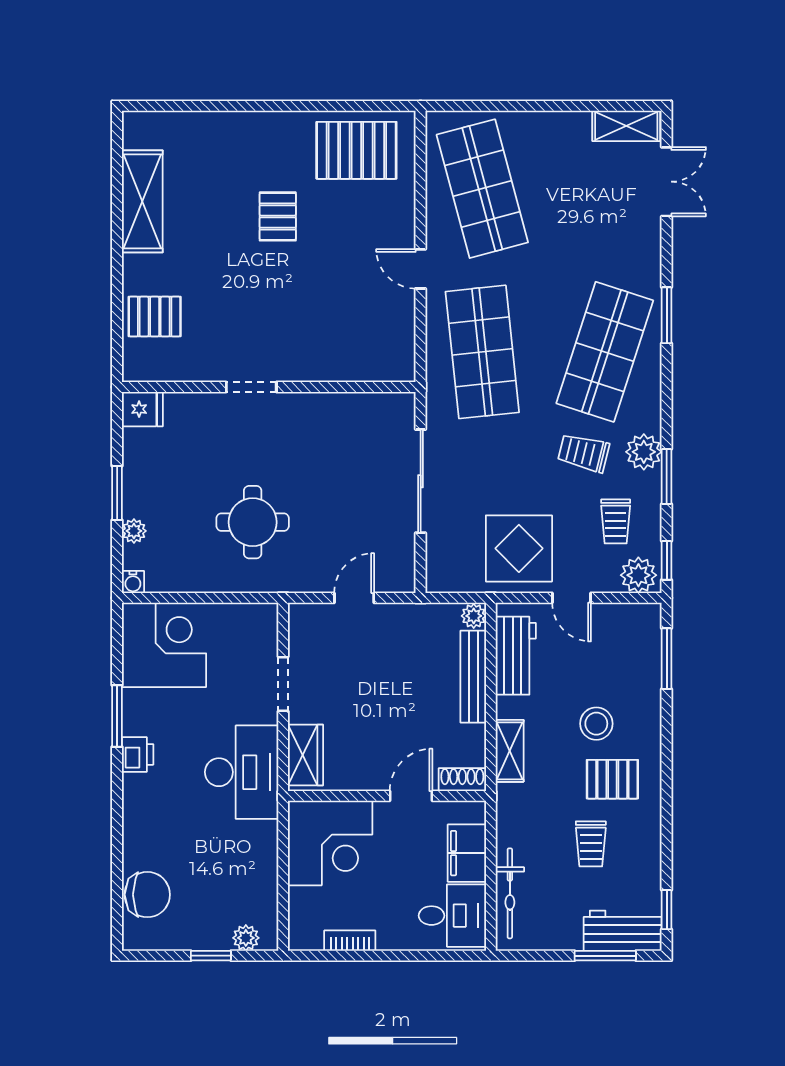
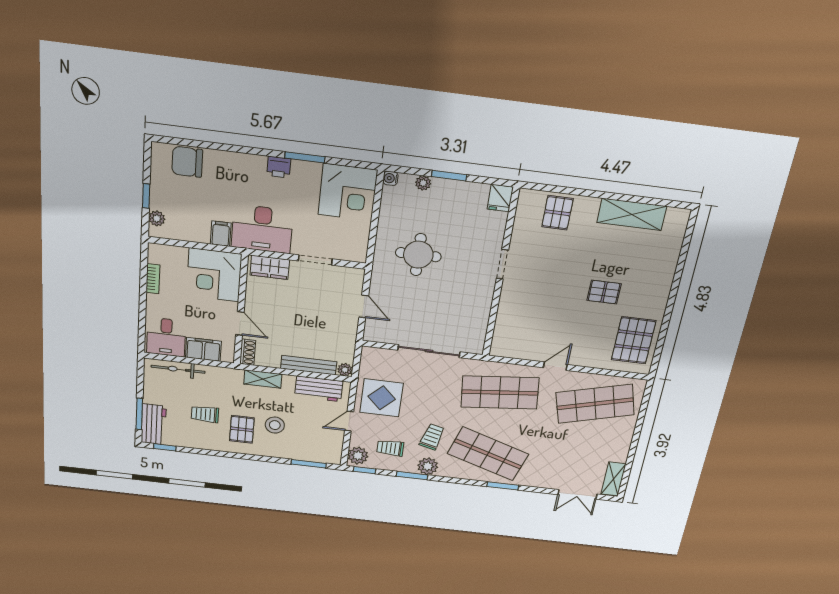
filing cabinet: (258, 837) -> (221, 234), added
chair: (147, 895) -> (187, 162), turned 90

